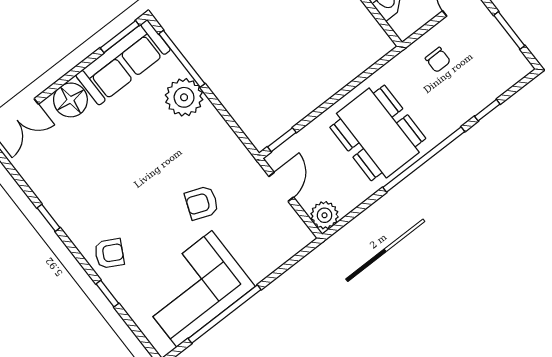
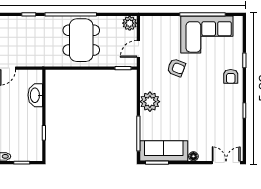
chair: (438, 60) -> (33, 51), removed
plant: (184, 97) -> (150, 102), moved
floor lamp: (70, 100) -> (193, 156), width x0.53, depth x0.53
armchair: (109, 253) -> (231, 76), turned -118

